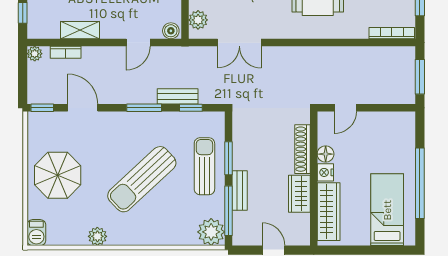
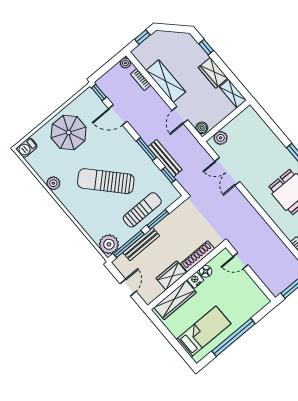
shelving: (80, 30) -> (166, 81), width x1.50, depth x1.33
door: (138, 43) -> (180, 115), hinge flipped
bench: (178, 96) -> (165, 158), width x1.36
door: (83, 108) -> (118, 115), swing flipped
bench: (240, 191) -> (141, 244), width x1.36

